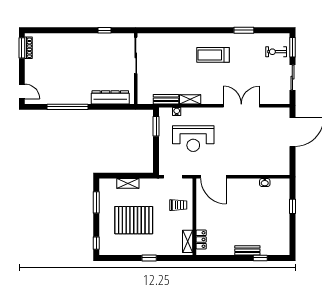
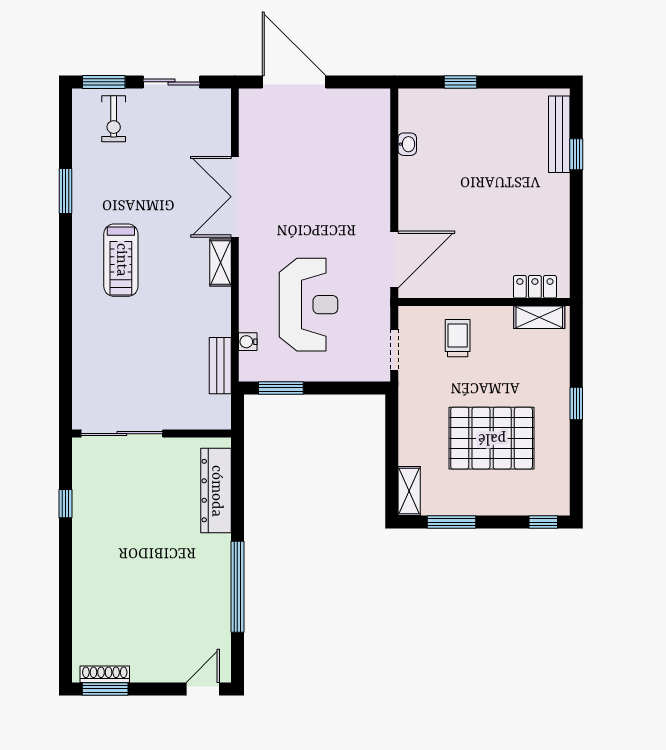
shelving: (190, 99) -> (221, 263), moved
shelving: (128, 183) -> (409, 491), moved
pallet: (134, 220) -> (492, 438), turned 90
bench: (247, 250) -> (559, 134), moved, width x1.36

